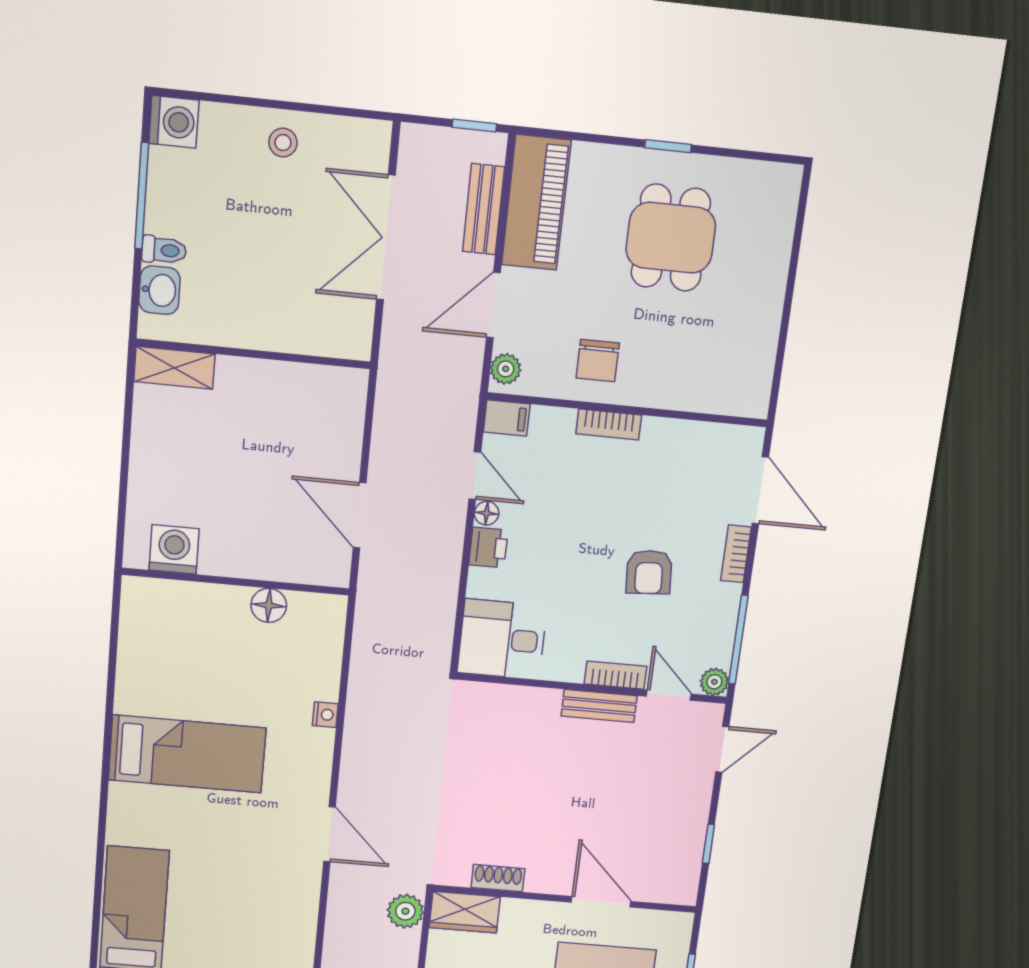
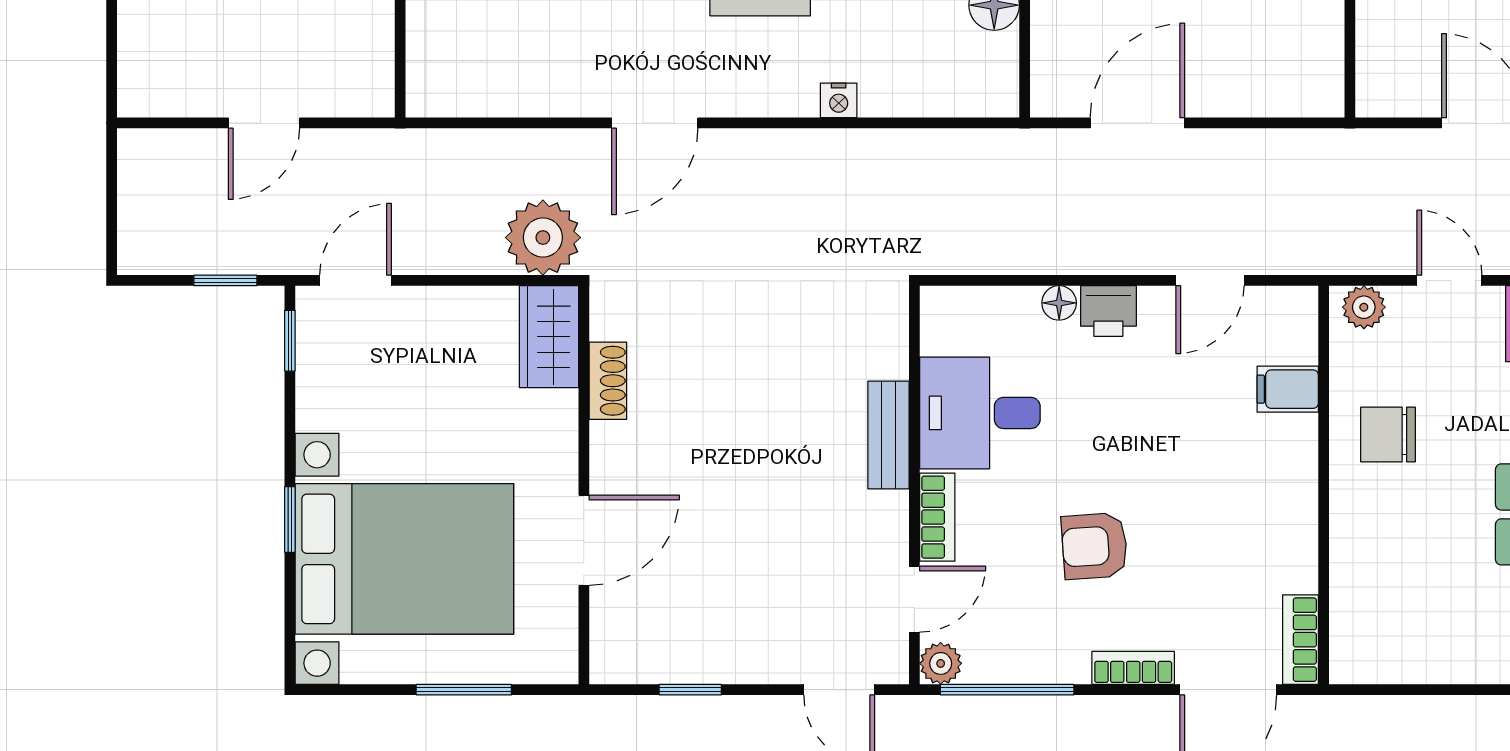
door: (493, 305) -> (1449, 280), width x0.73
filing cabinet: (507, 418) -> (1288, 389), moved, turned 90
bookcase: (609, 424) -> (1301, 640), moved
floor lamp: (487, 513) -> (1059, 303), moved
desk: (502, 639) -> (980, 413), moved, turned -90
bench: (599, 706) -> (889, 435), moved
plant: (405, 911) -> (543, 238), width x1.36, depth x1.36

